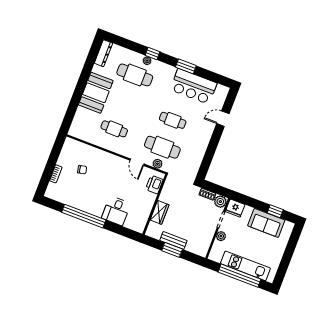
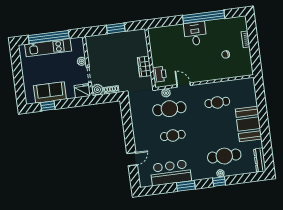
desk: (116, 211) -> (195, 34), moved
wardrobe: (160, 212) -> (144, 67), moved
bench: (173, 240) -> (119, 37), removed

